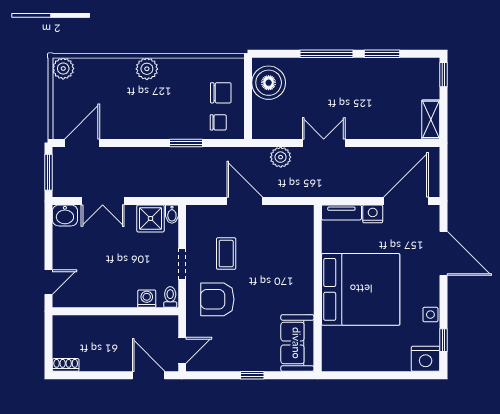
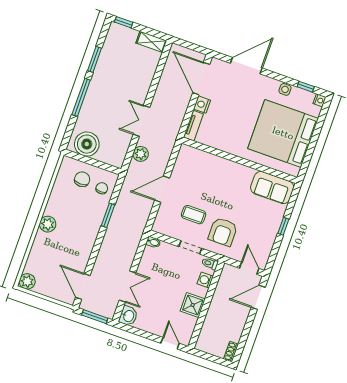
shower: (151, 218) -> (193, 305), moved
bed: (361, 289) -> (283, 133), moved, turned -90
nightstand: (426, 359) -> (320, 100), width x0.53, depth x0.56

